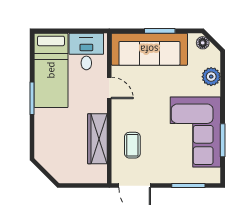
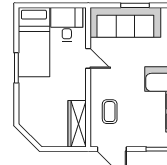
wardrobe: (97, 139) -> (77, 124), moved

